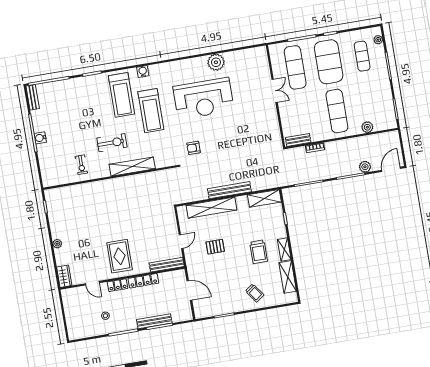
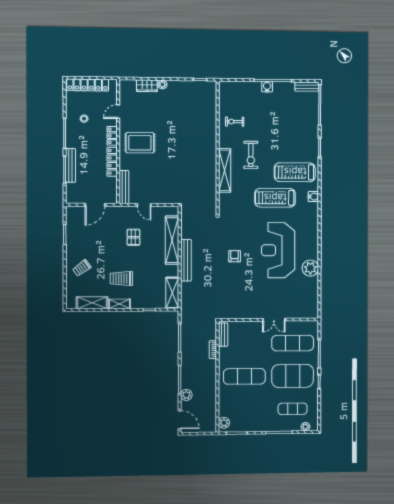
plant: (367, 127) -> (224, 423), moved
armchair: (194, 148) -> (235, 256), moved
wardrobe: (64, 276) -> (147, 86), moved
locker: (71, 318) -> (88, 85), added

